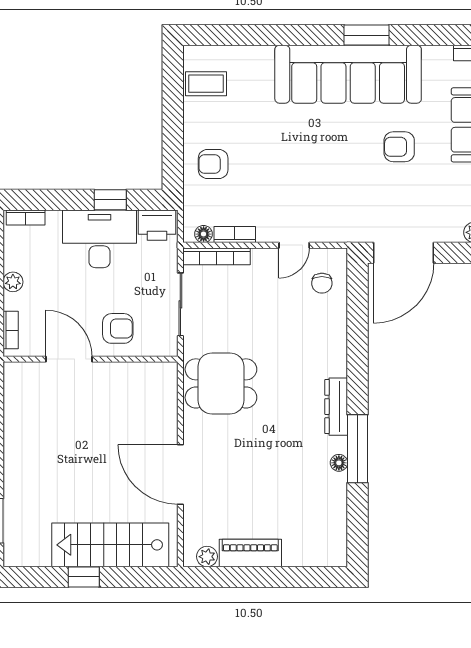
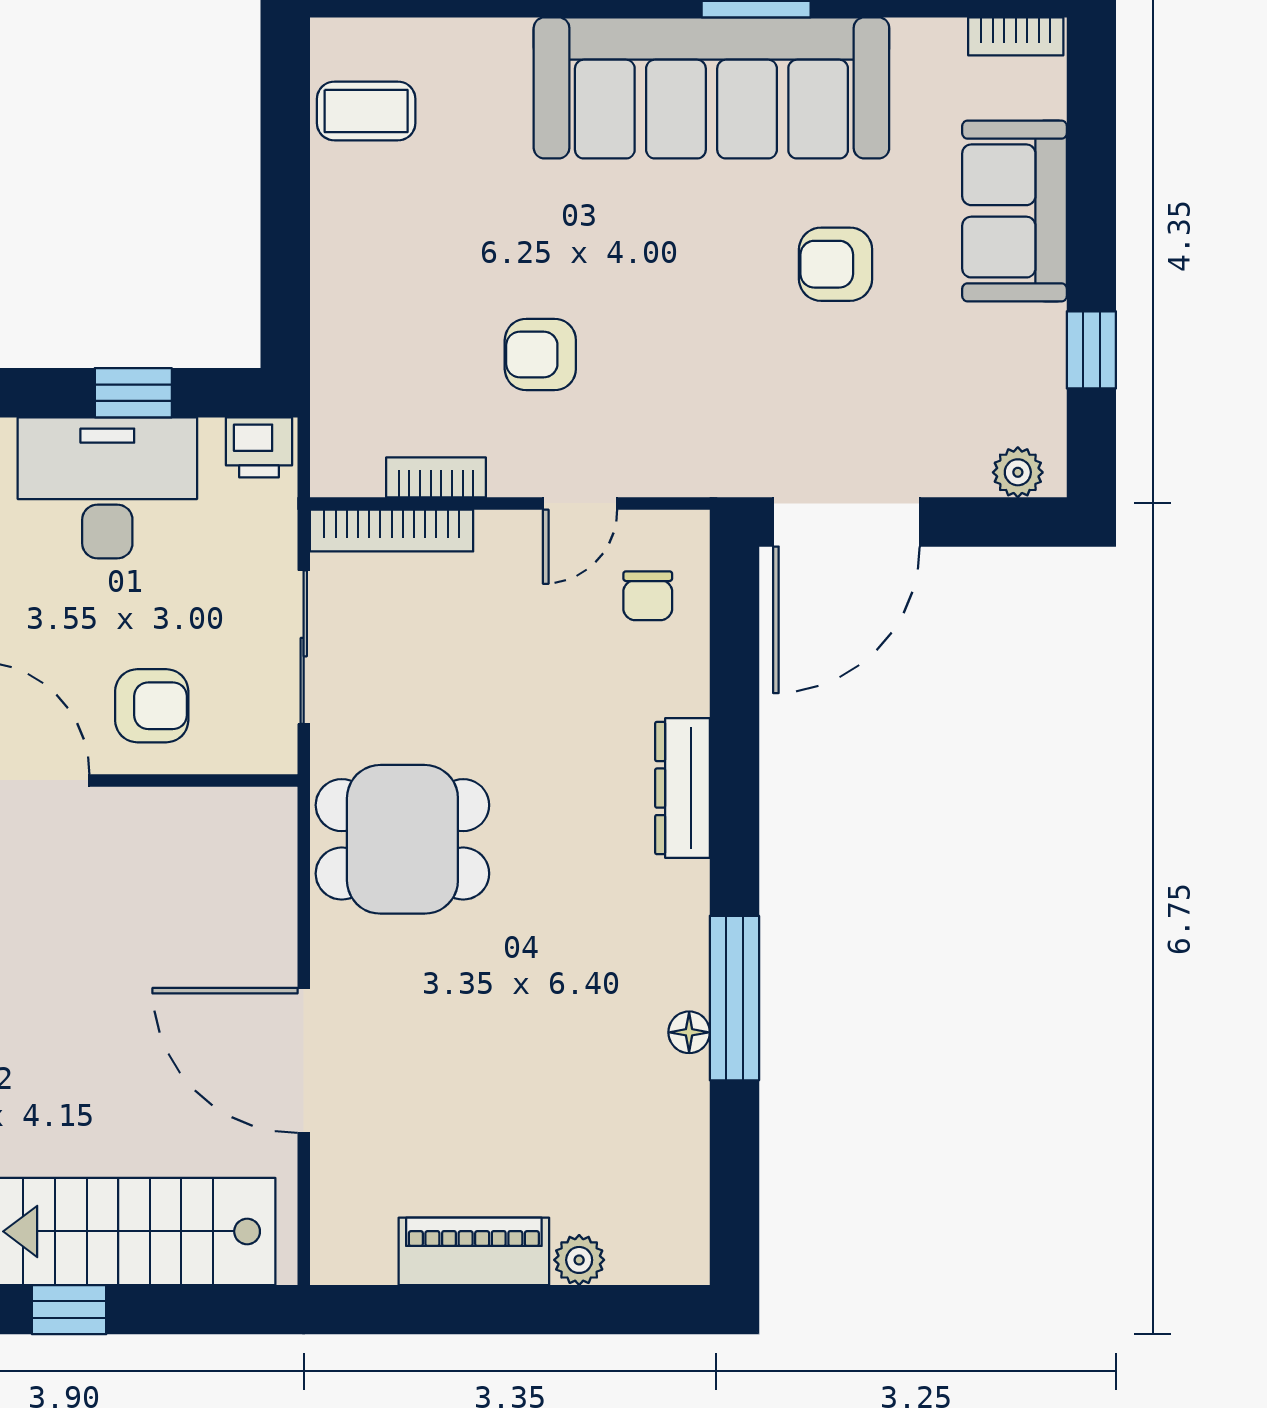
armchair: (213, 164) -> (540, 355), moved
printer: (157, 225) -> (259, 447), width x0.73, depth x0.81
floor lamp: (204, 234) -> (360, 476), removed
dresser: (336, 407) -> (683, 788), moved
plant: (207, 557) -> (579, 1260), moved

